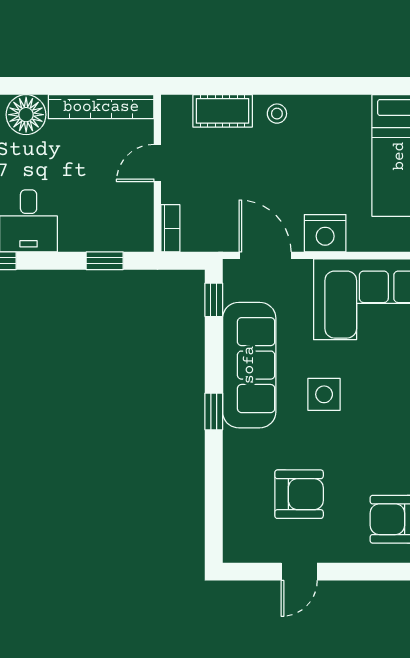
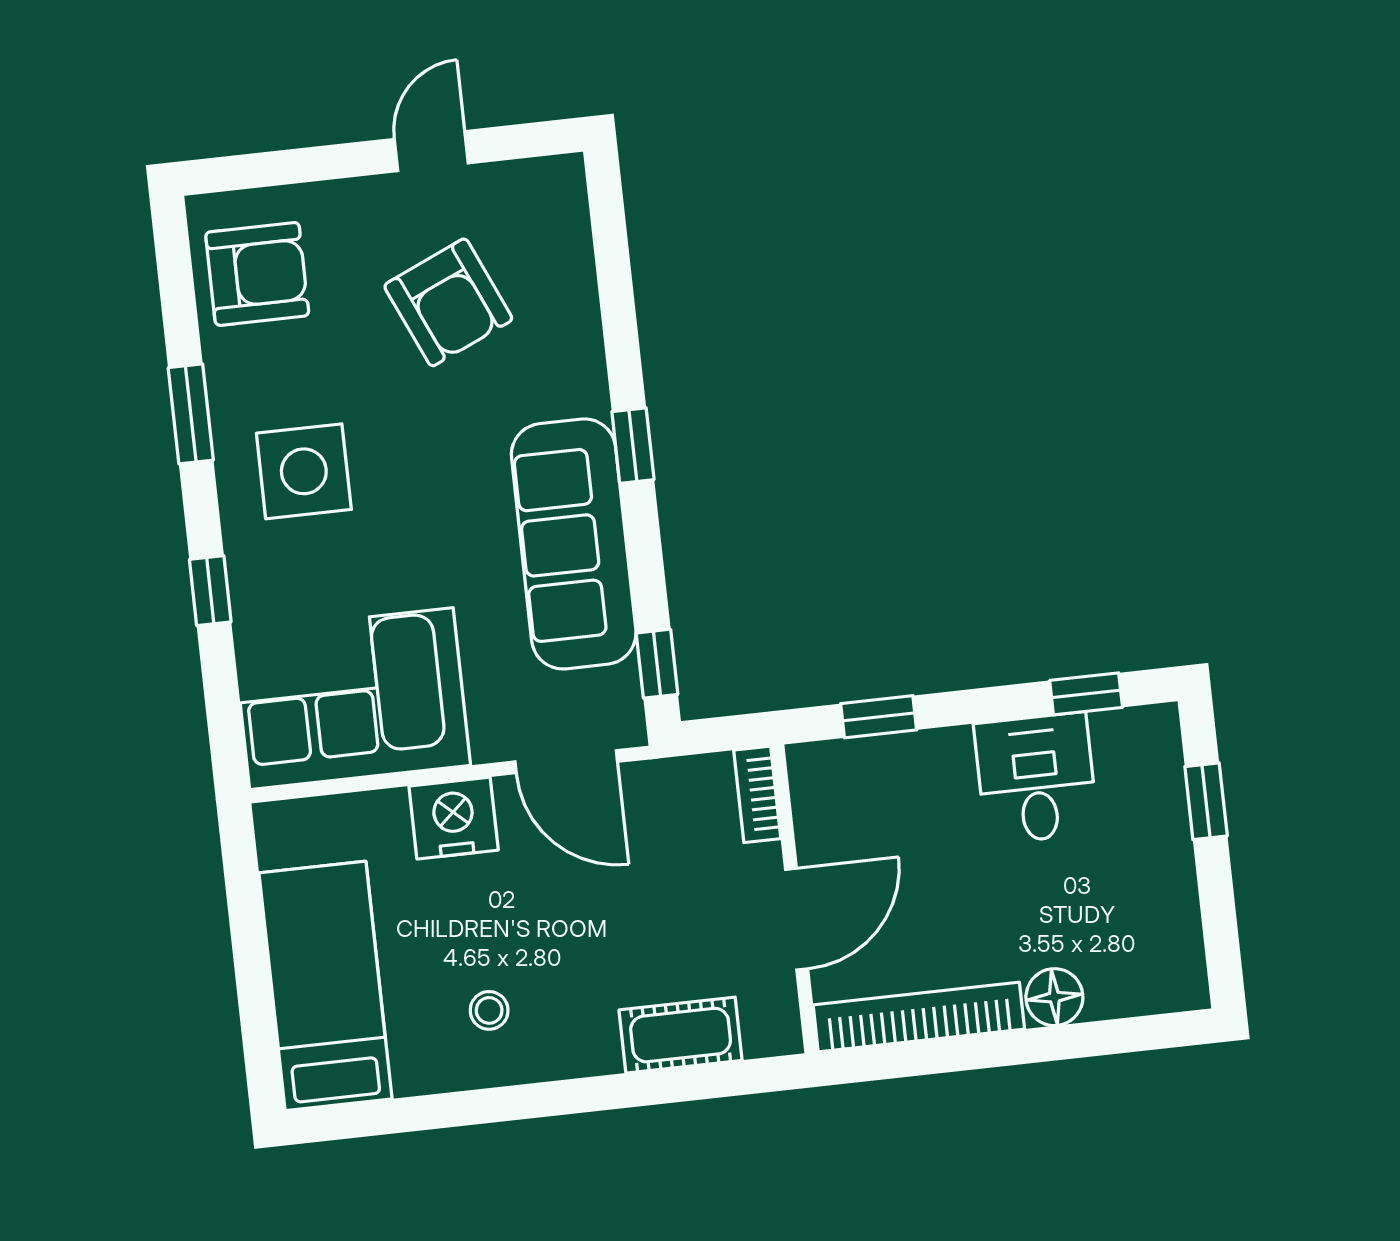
stool: (277, 114) -> (489, 1010), moved
floor lamp: (26, 115) -> (1054, 997), width x0.73, depth x0.73
door: (157, 163) -> (797, 919), width x1.38
side table: (324, 394) -> (304, 471), moved, width x1.37, depth x1.37
armchair: (299, 494) -> (448, 302), turned -114

